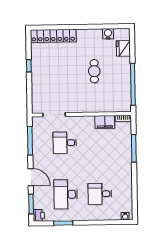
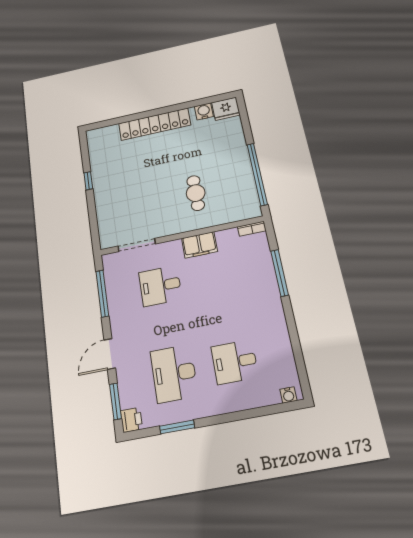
locker: (53, 36) -> (154, 124), moved
fridge: (123, 48) -> (226, 109), moved, turned -90
cafe table: (94, 71) -> (196, 193), moved
filing cabinet: (105, 122) -> (199, 245), moved
door: (31, 177) -> (110, 354), swing flipped

